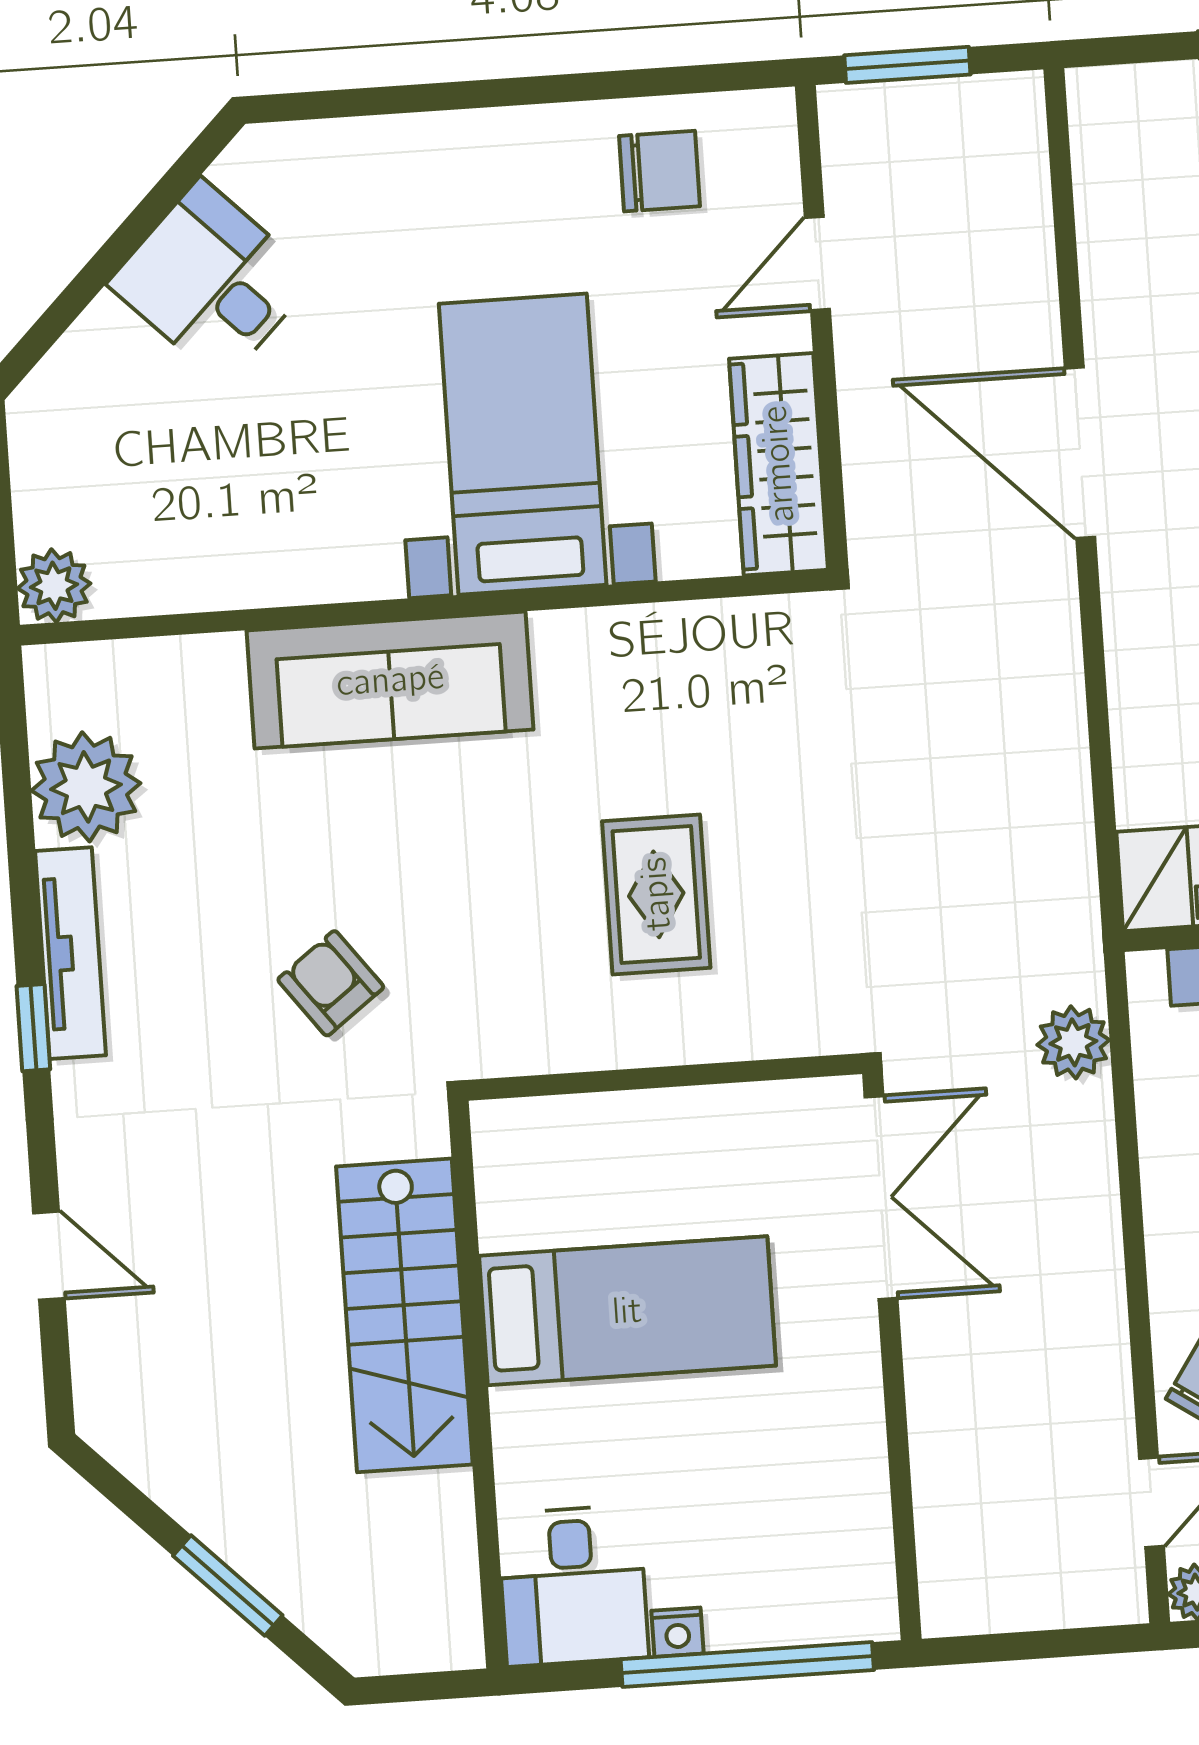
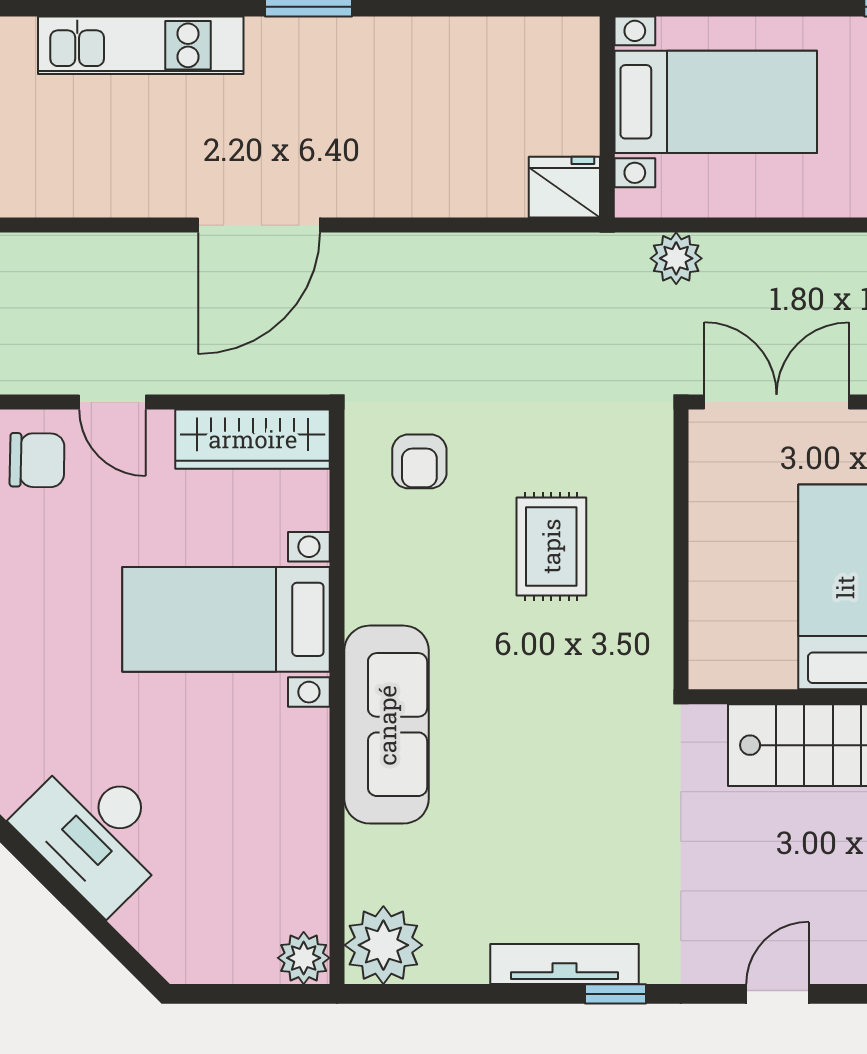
chair: (660, 171) -> (37, 460), moved, turned 91
desk: (212, 281) -> (96, 832), width x1.37
plant: (86, 787) -> (383, 945), moved
rug: (656, 894) -> (551, 546), turned 90
armchair: (331, 983) -> (419, 461), moved, turned -53

